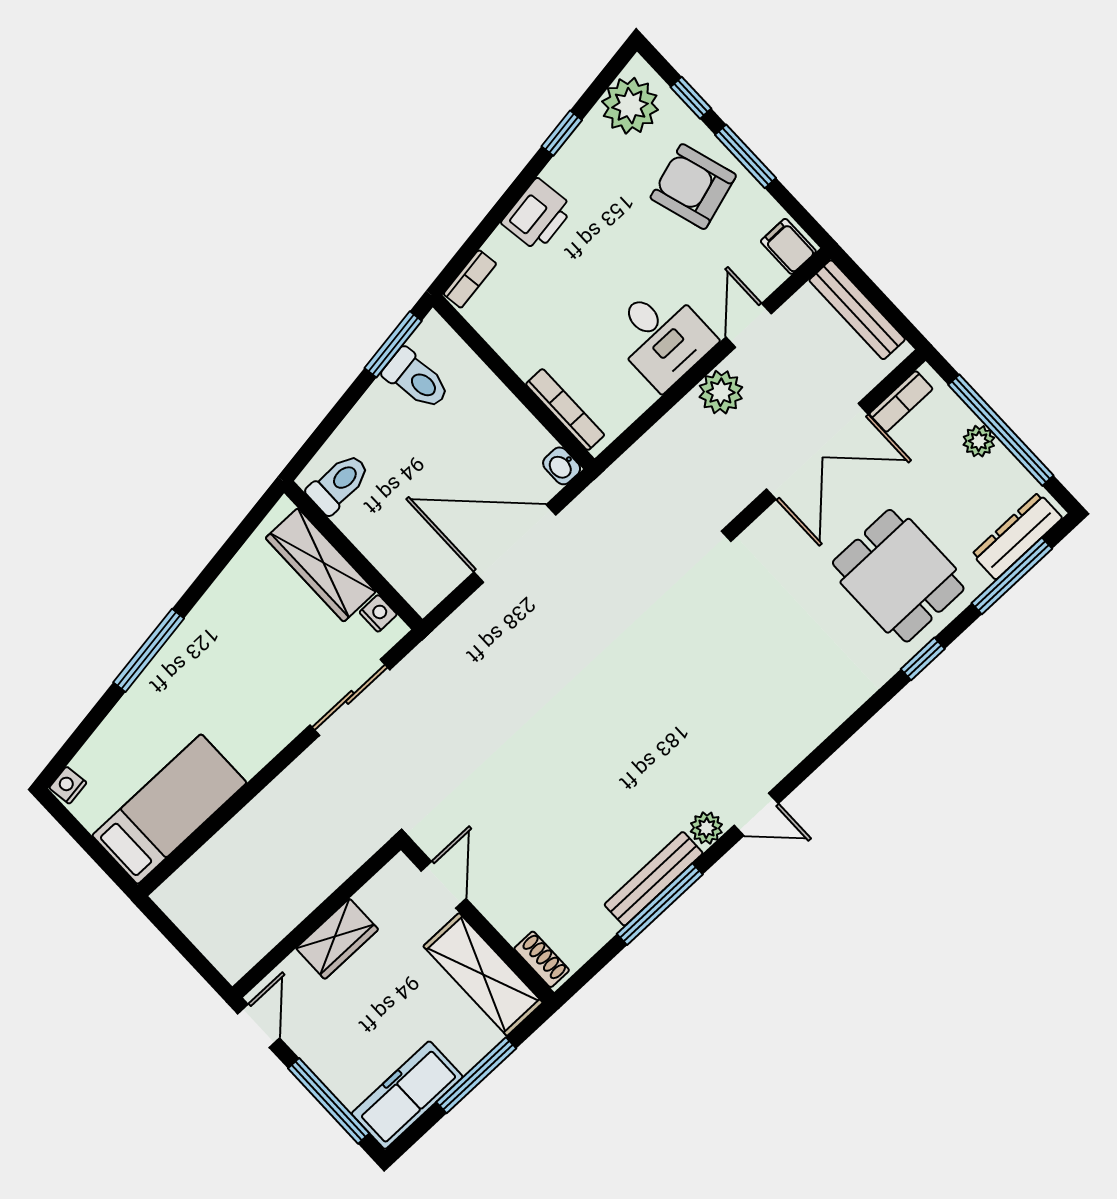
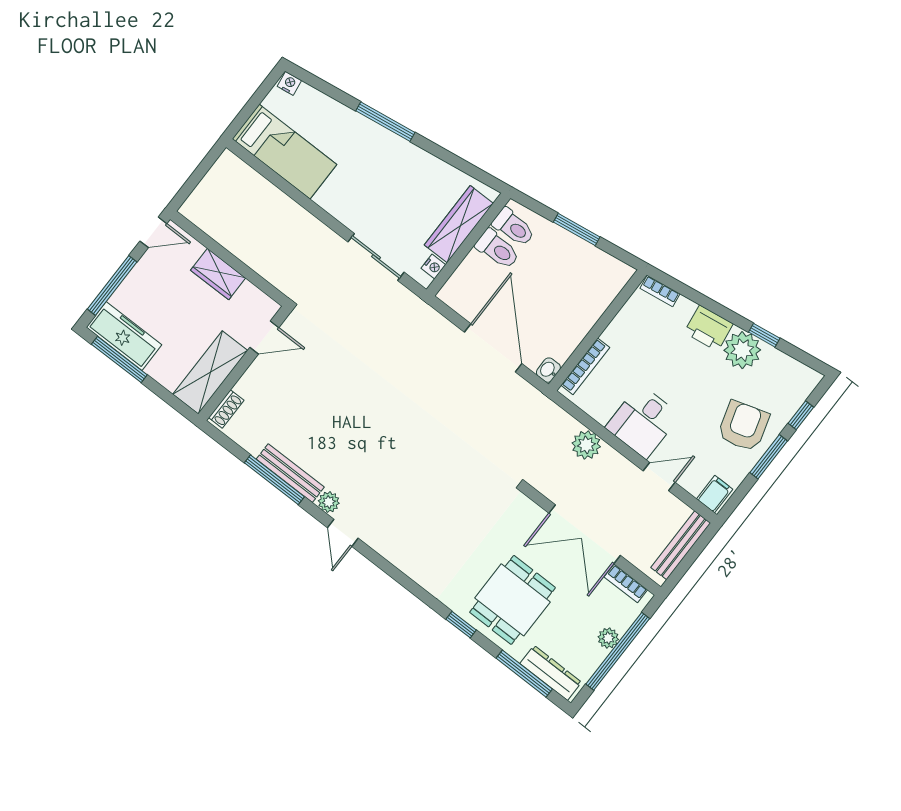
plant: (630, 106) -> (742, 350), moved
window: (393, 344) -> (577, 229), moved
toilet: (416, 379) -> (498, 249), moved, turned -82
plant: (721, 392) -> (586, 445), moved
window: (476, 1075) -> (119, 360), moved

